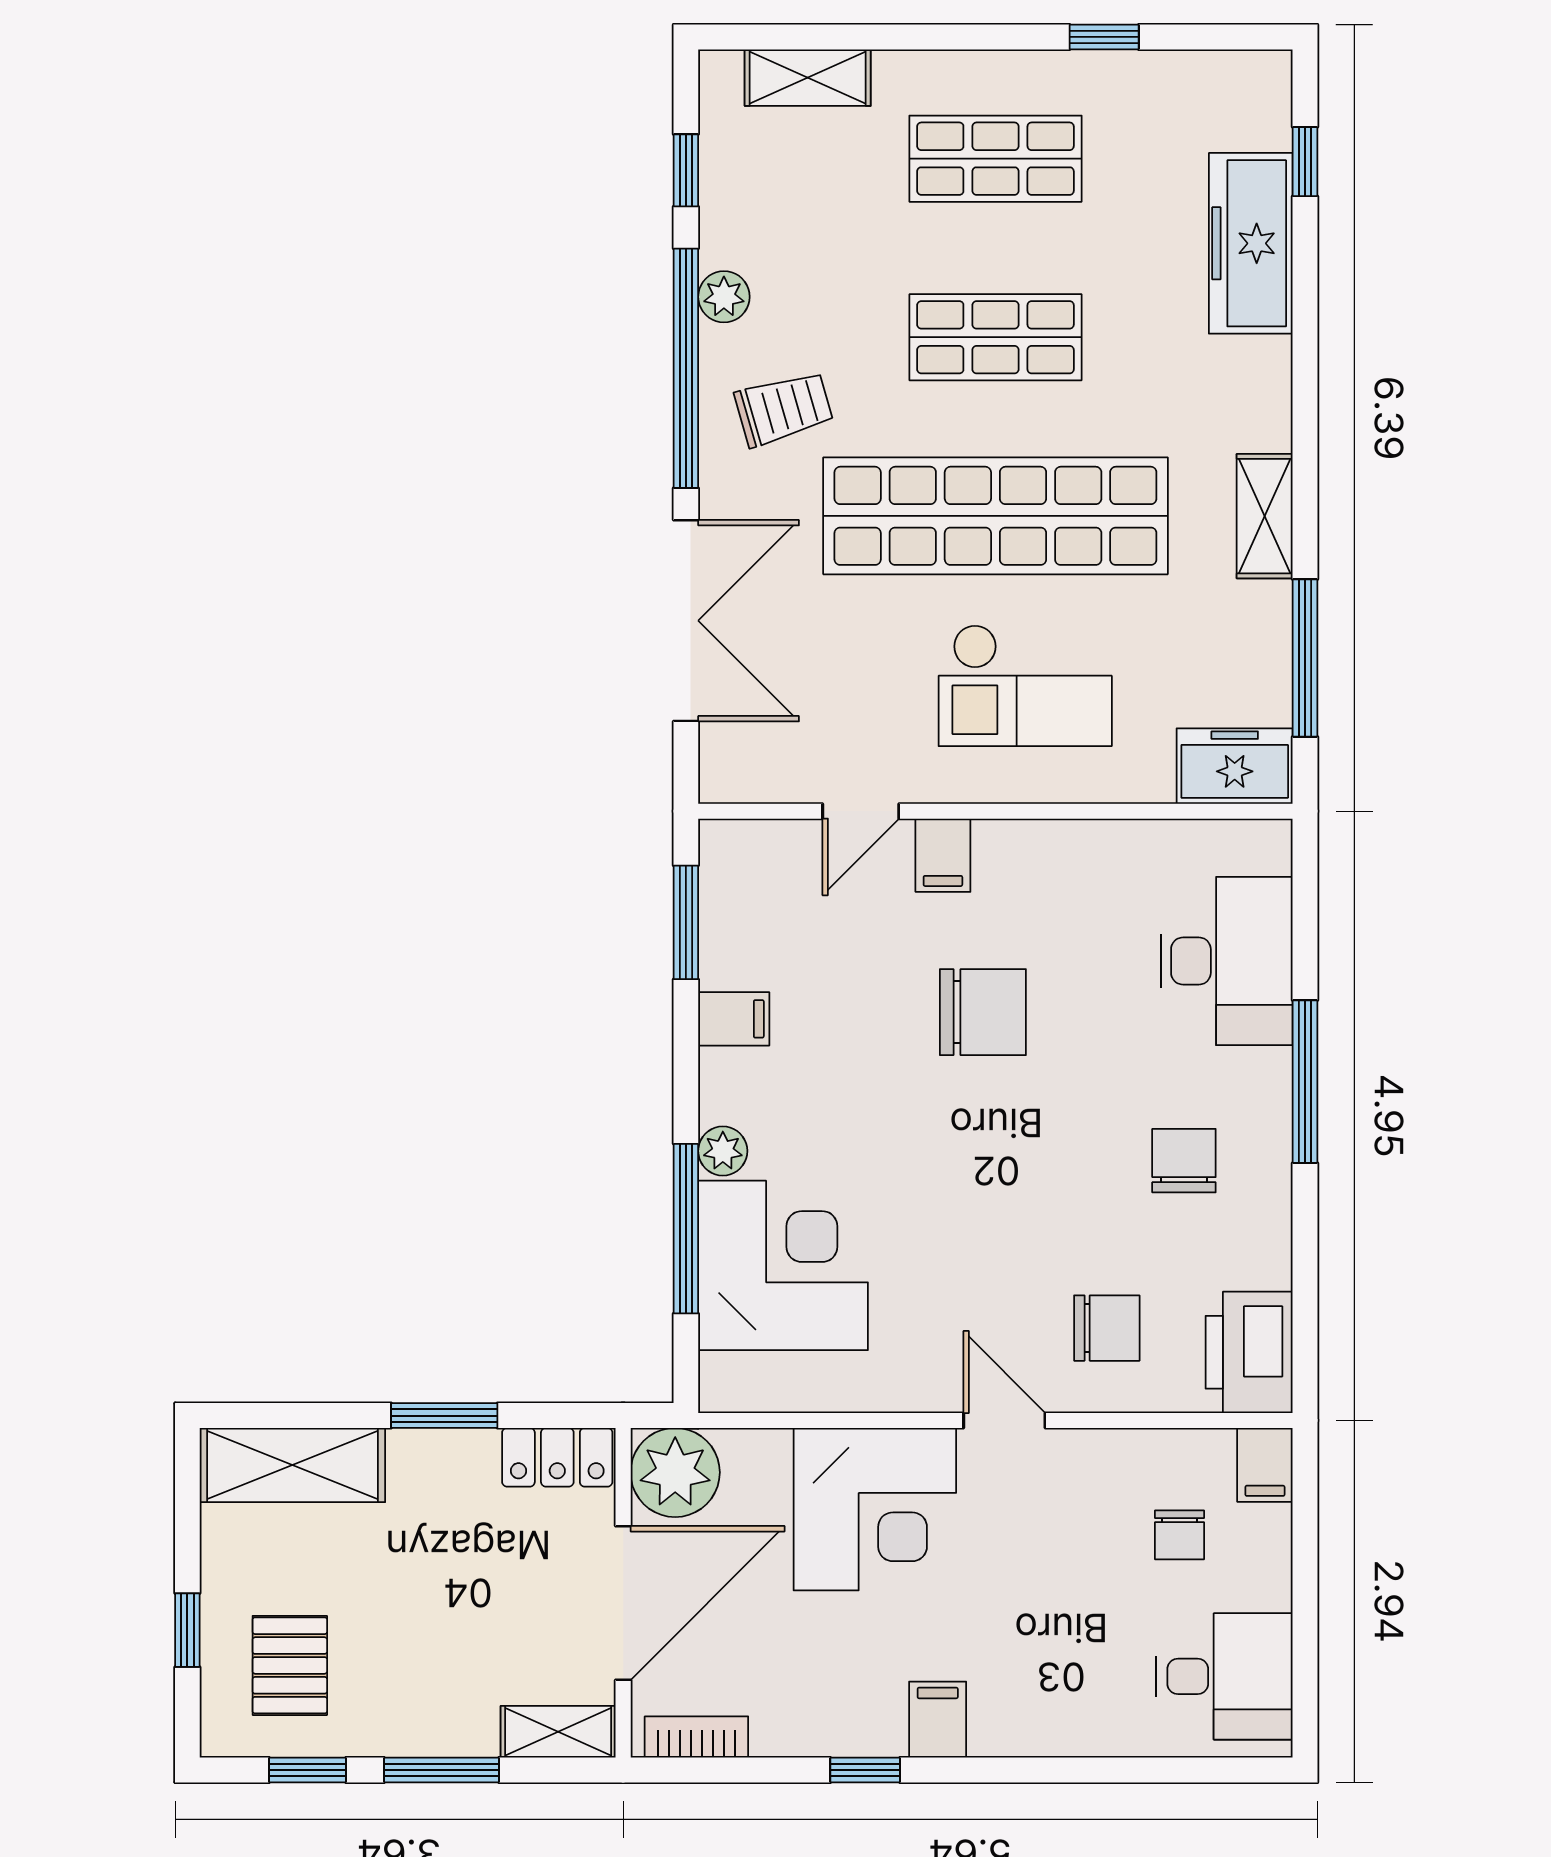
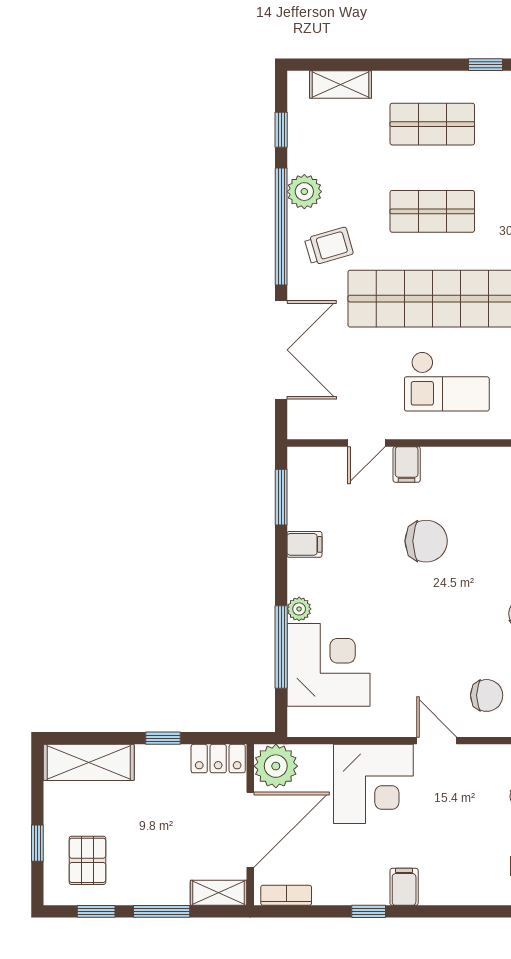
plant: (724, 297) -> (304, 192), width x1.38, depth x1.38
window: (444, 1416) -> (163, 738), width x0.67

